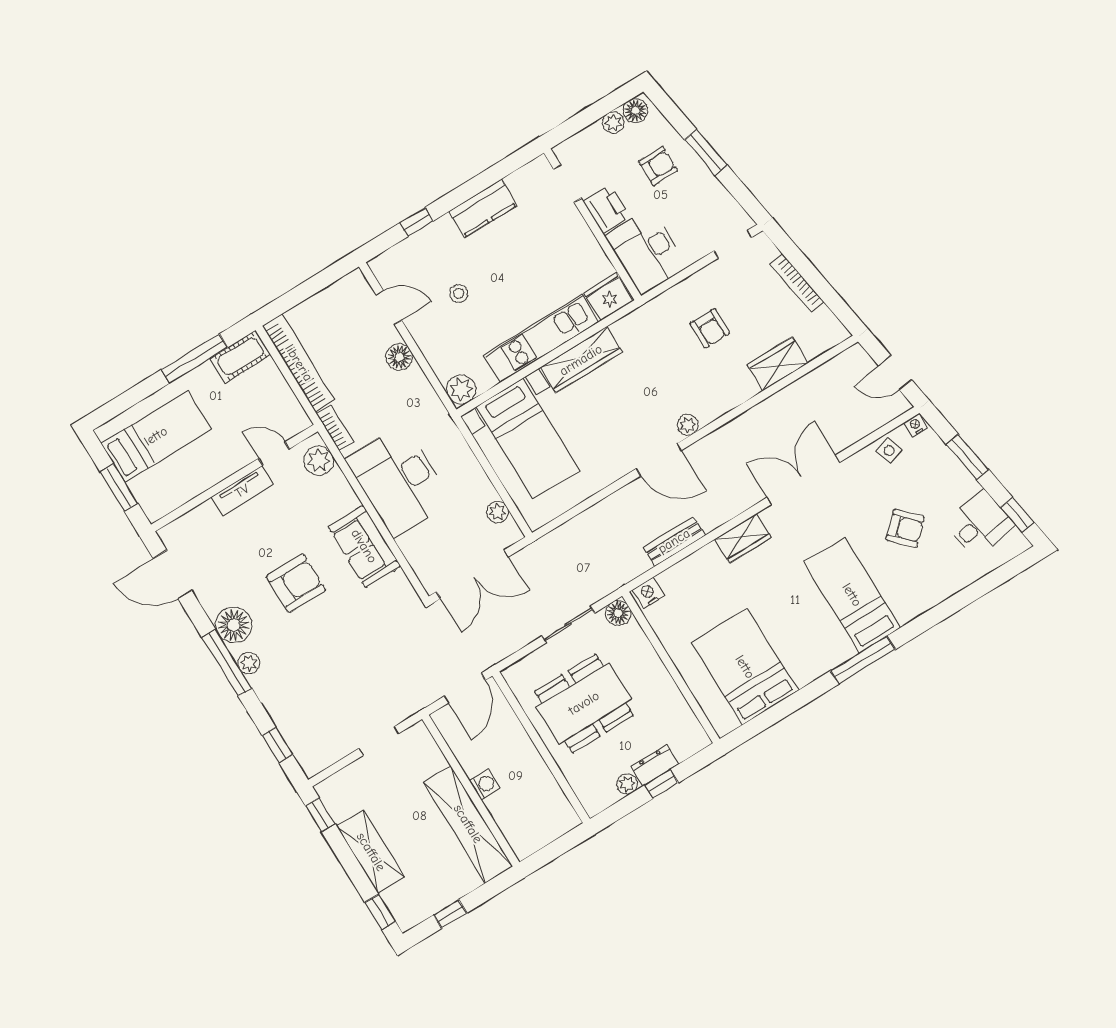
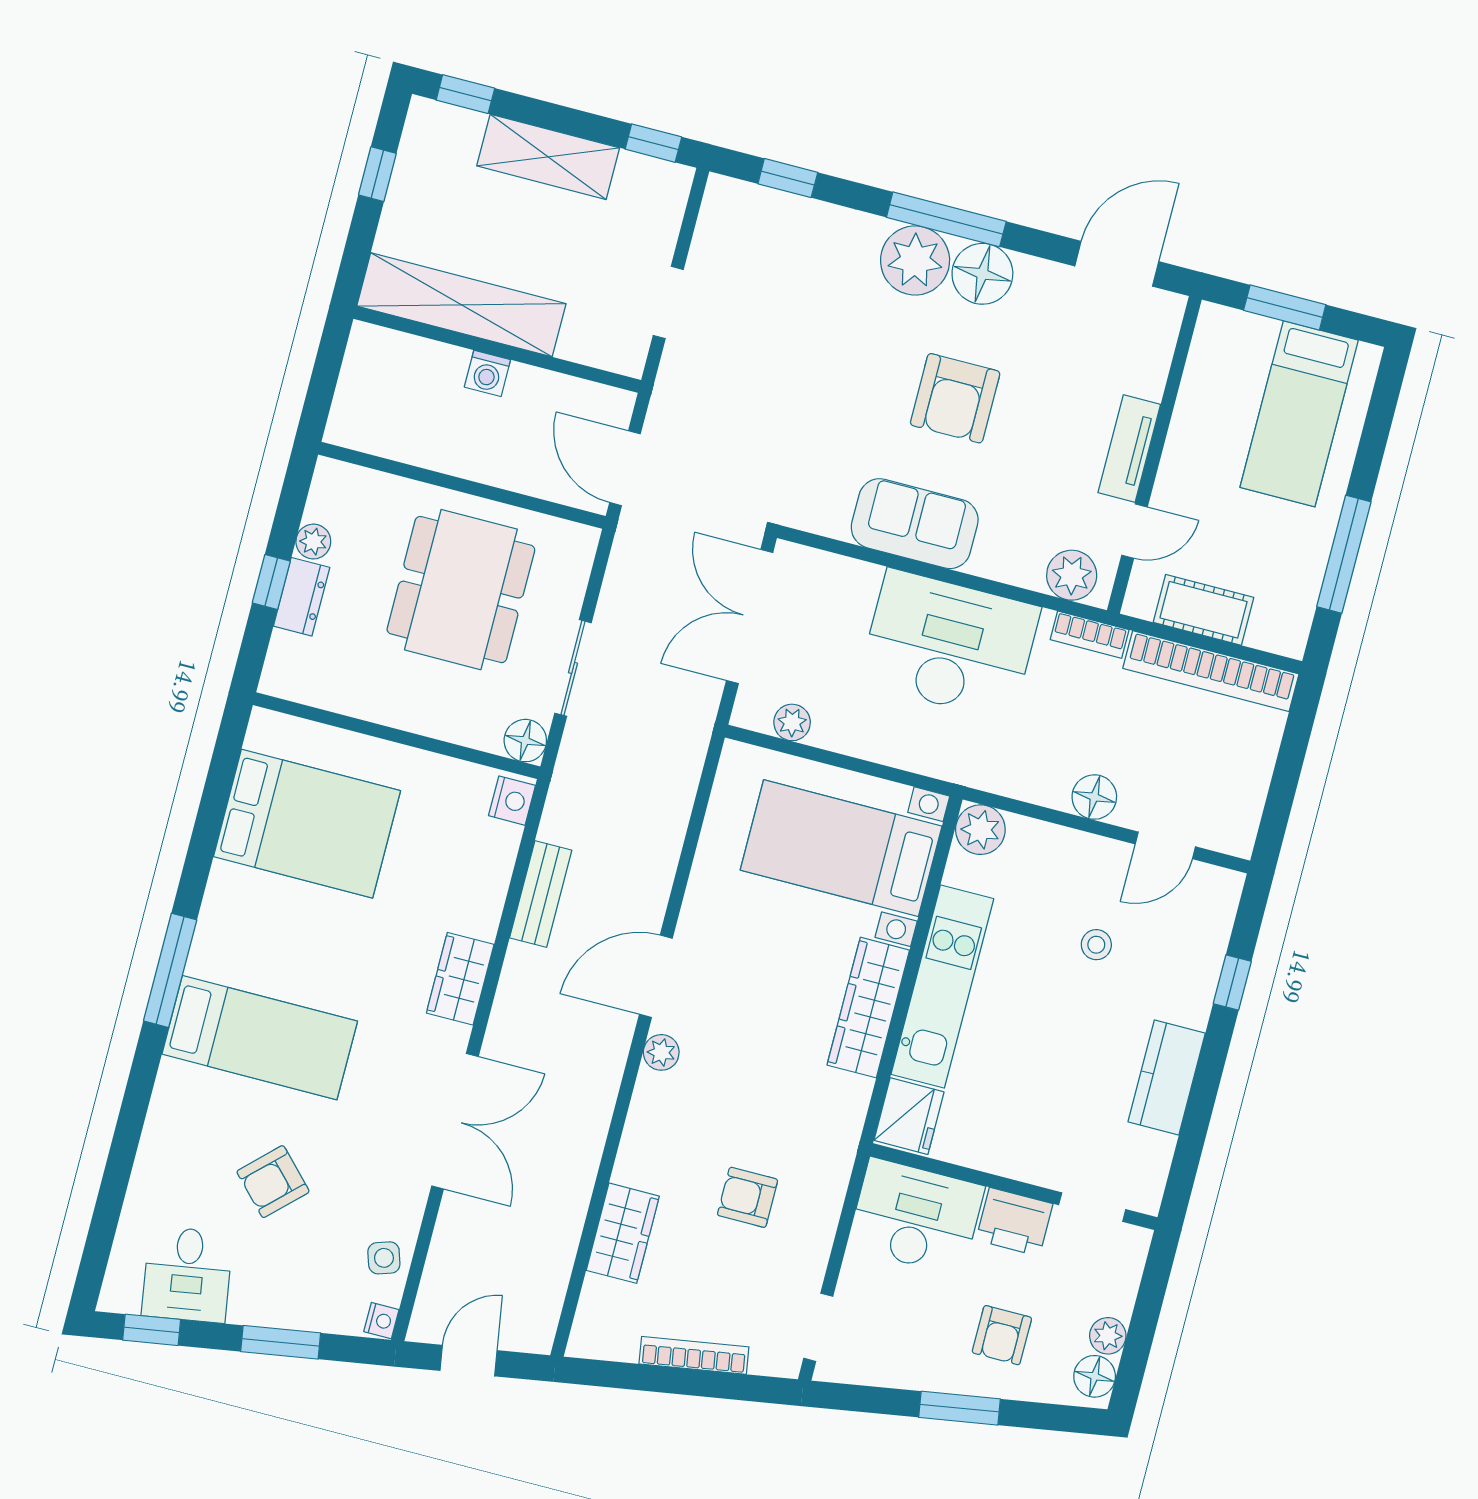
cot: (240, 357) -> (1204, 610), moved, turned 90
plant: (249, 663) -> (915, 261), width x1.88, depth x1.88

